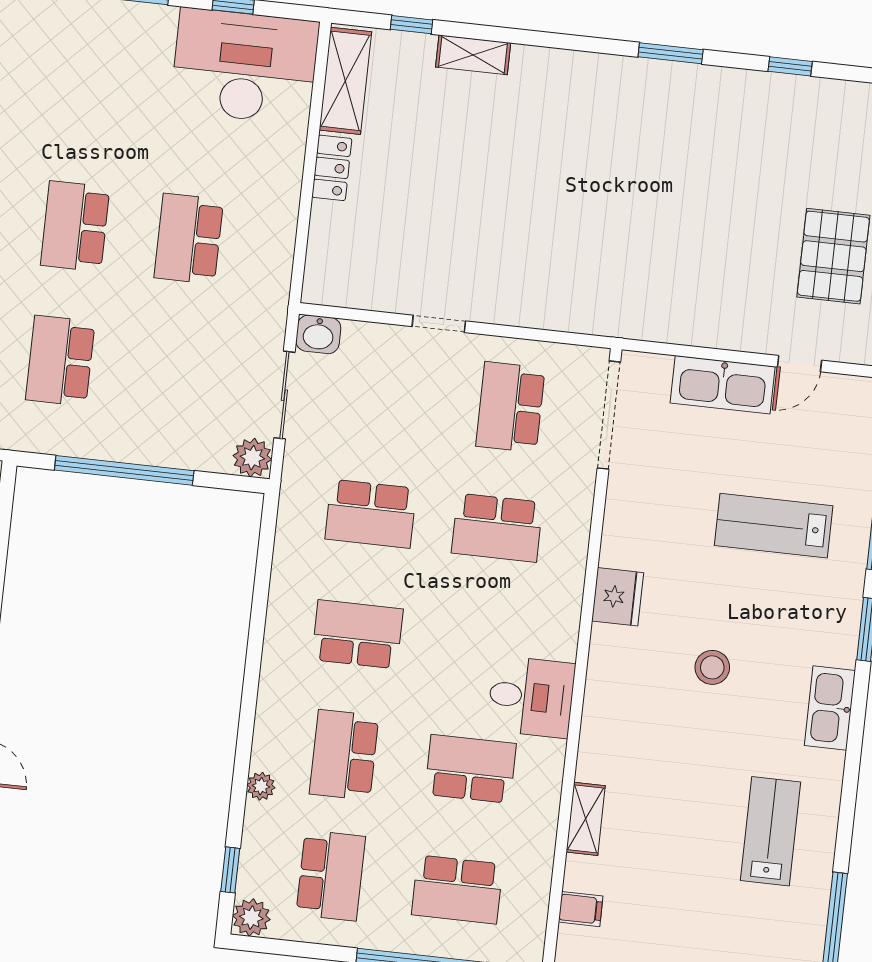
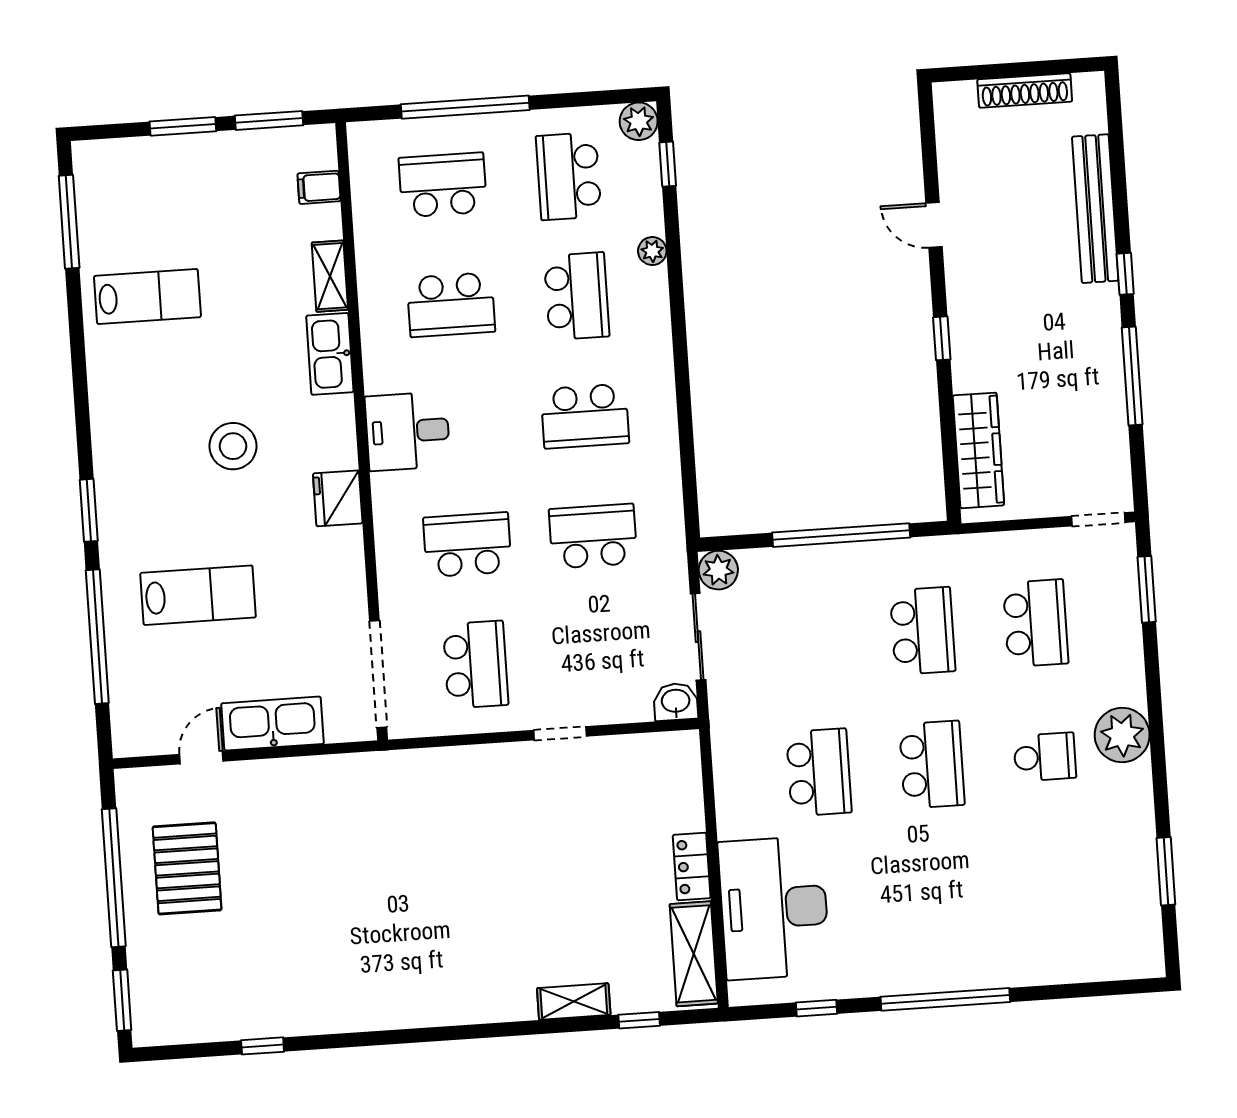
window: (671, 53) -> (381, 1038), removed
desk: (245, 66) -> (774, 908), moved, turned 90
stool: (712, 667) -> (233, 446), width x1.38, depth x1.38
desk: (531, 697) -> (408, 431), moved
kitchen sink: (830, 708) -> (330, 354), moved, turned 180
lab bench: (770, 831) -> (147, 297), turned -90

